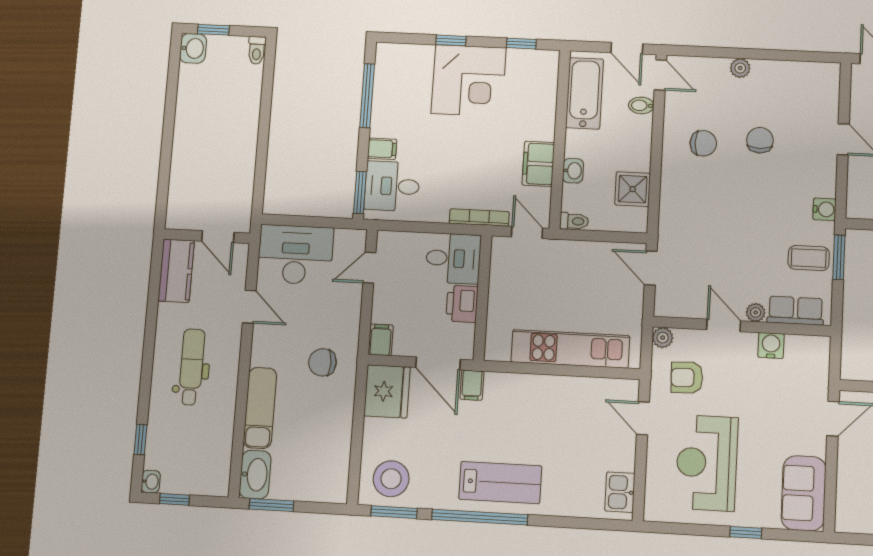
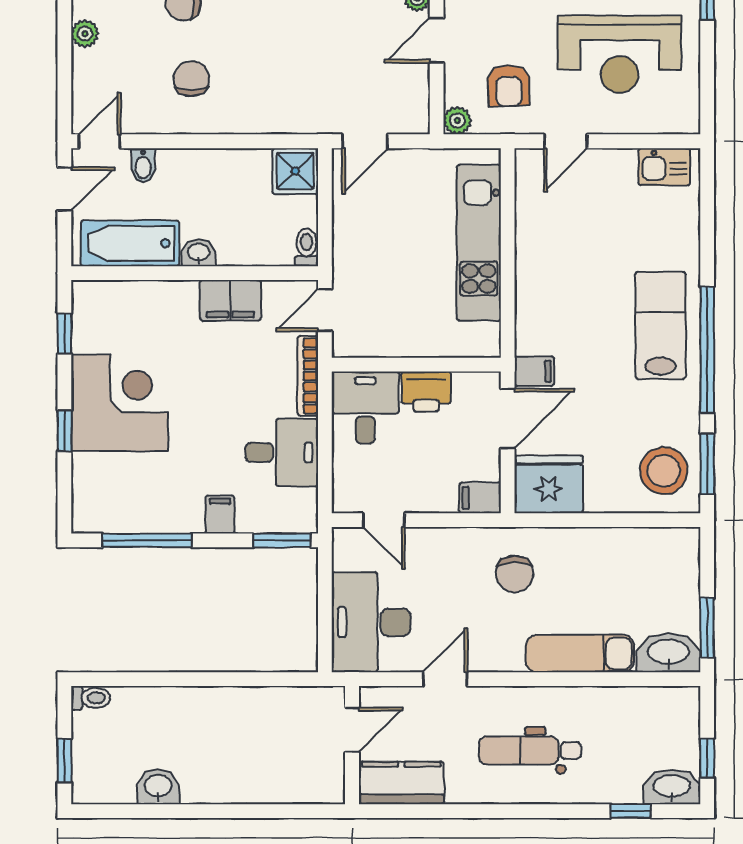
washbasin: (193, 48) -> (158, 787), moved
washbasin: (573, 171) -> (199, 253), moved
desk: (392, 186) -> (282, 453), moved, turned -90
shower: (633, 189) -> (295, 171), moved
washbasin: (151, 482) -> (672, 787), width x1.91, depth x1.45

